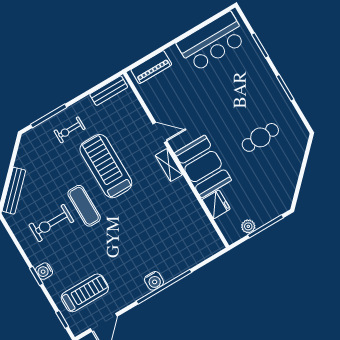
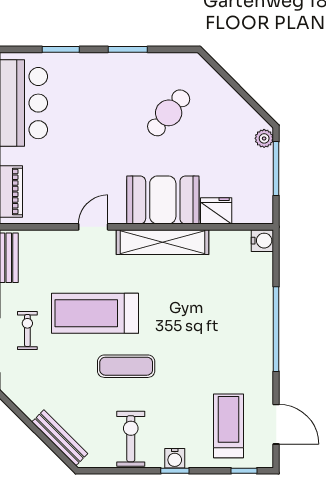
exercise bike: (70, 130) -> (27, 331), turned 180
cafe table: (260, 137) -> (169, 113), turned 42
shelving: (169, 165) -> (162, 242), width x2.20, depth x1.33
exercise bike: (51, 223) -> (131, 439), moved, turned 180
plant: (248, 226) -> (264, 138), moved
water cooler: (154, 281) -> (262, 241), moved

